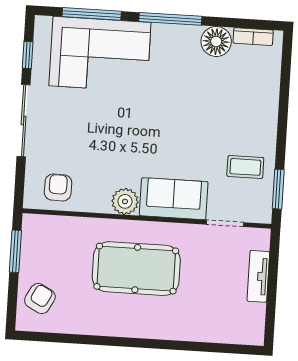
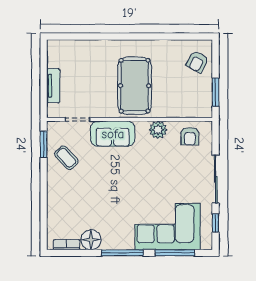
coffee table: (245, 167) -> (66, 158), turned 47
plant: (125, 201) -> (158, 130), moved
pool table: (136, 269) -> (135, 86), turned 90

